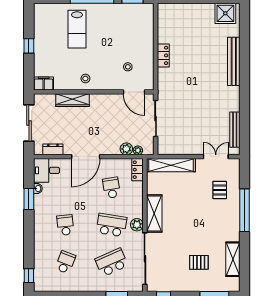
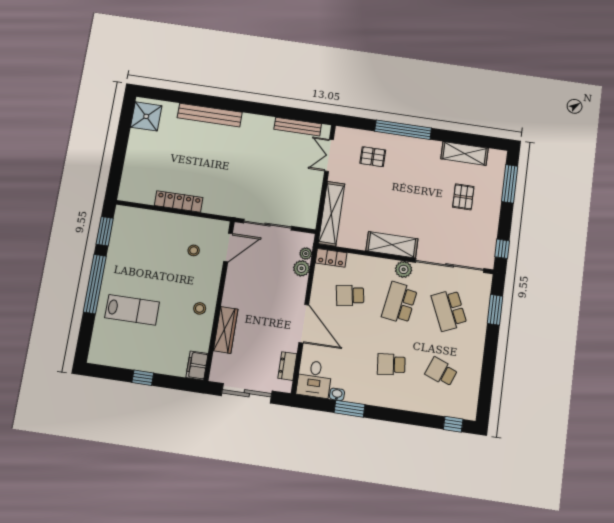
locker: (163, 55) -> (179, 202), width x1.53

